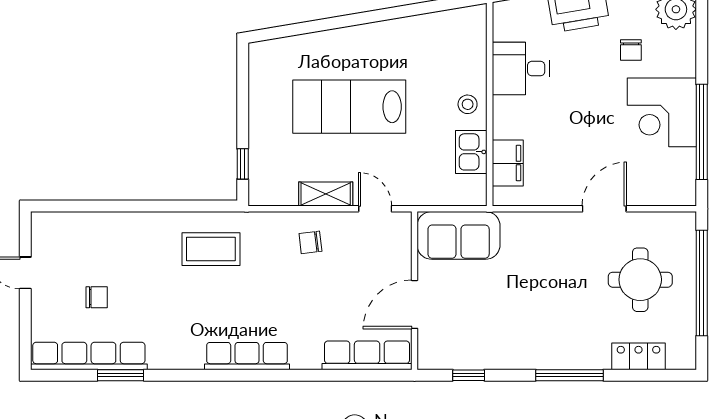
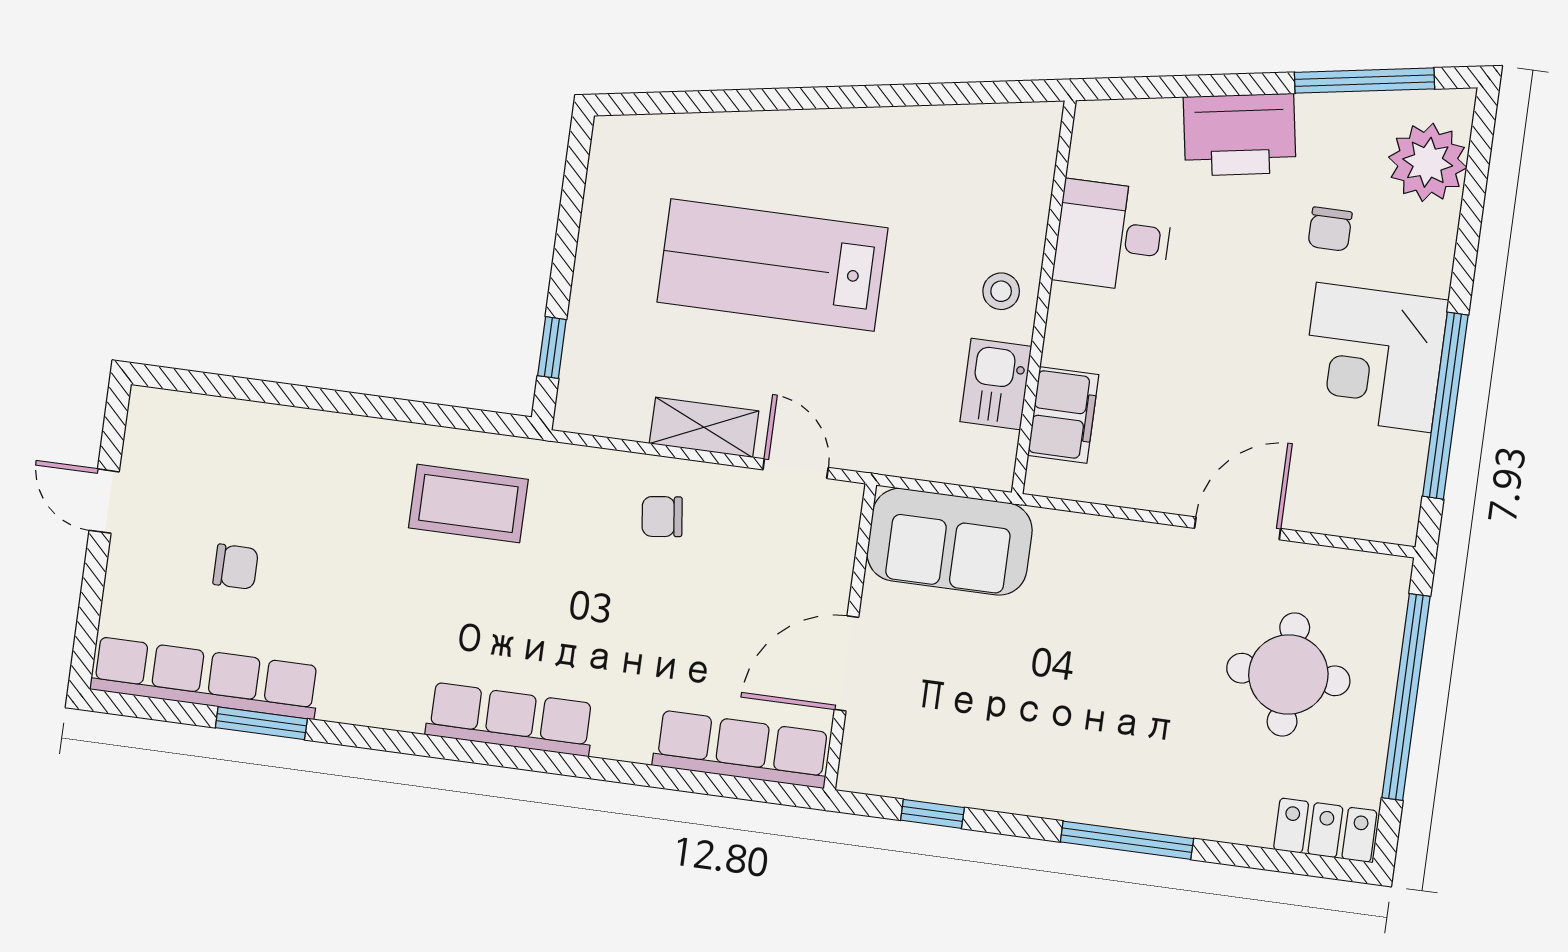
locker: (638, 356) -> (1325, 830), moved

